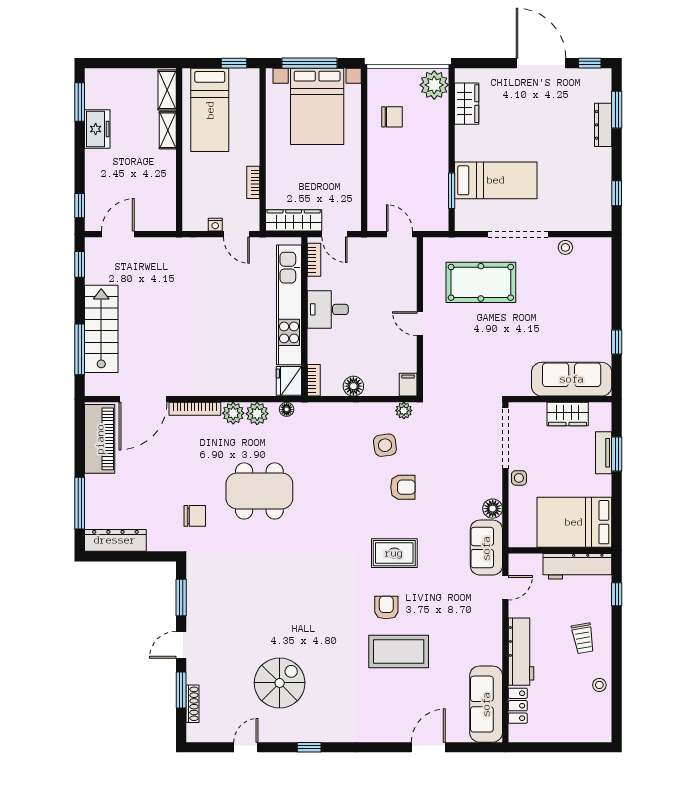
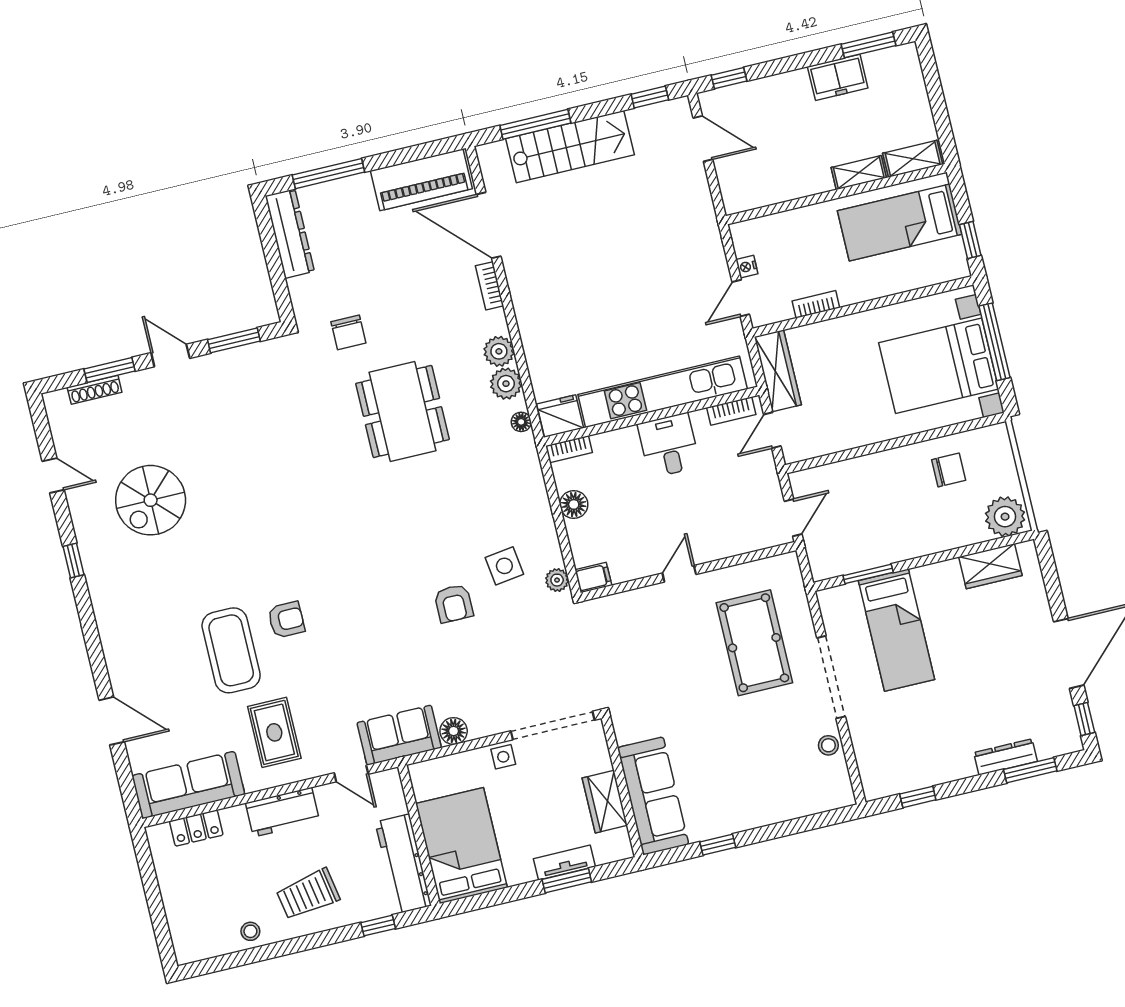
chair: (392, 117) -> (949, 470), turned -90
bookcase: (195, 409) -> (489, 286), width x0.64
rug: (394, 553) -> (274, 732), moved
trolley: (583, 638) -> (308, 894), width x1.36, depth x1.39
workbench: (521, 652) -> (283, 812), width x0.73
spiral stairs: (280, 683) -> (151, 500), turned 90

